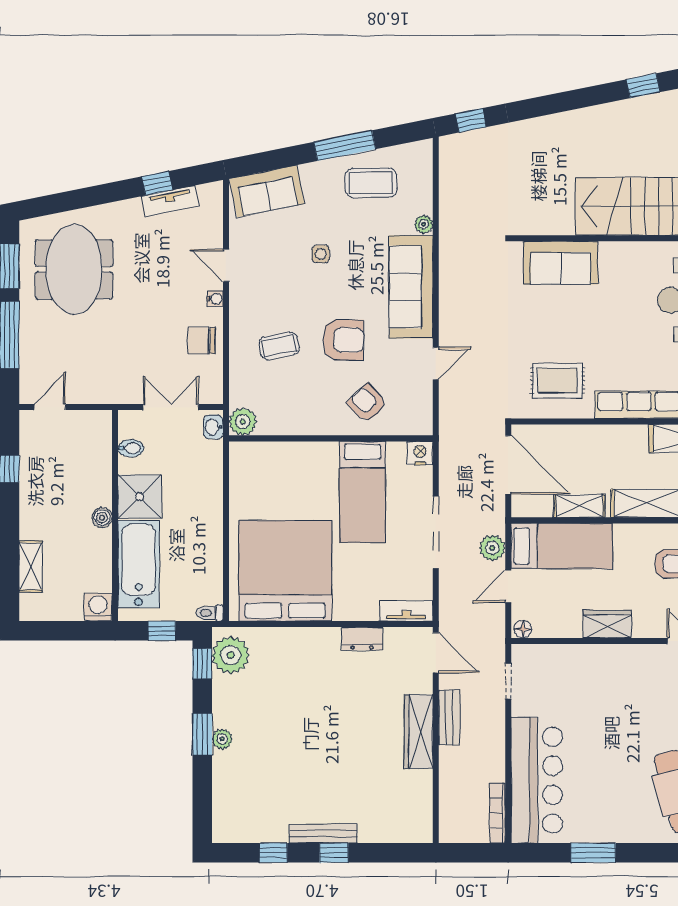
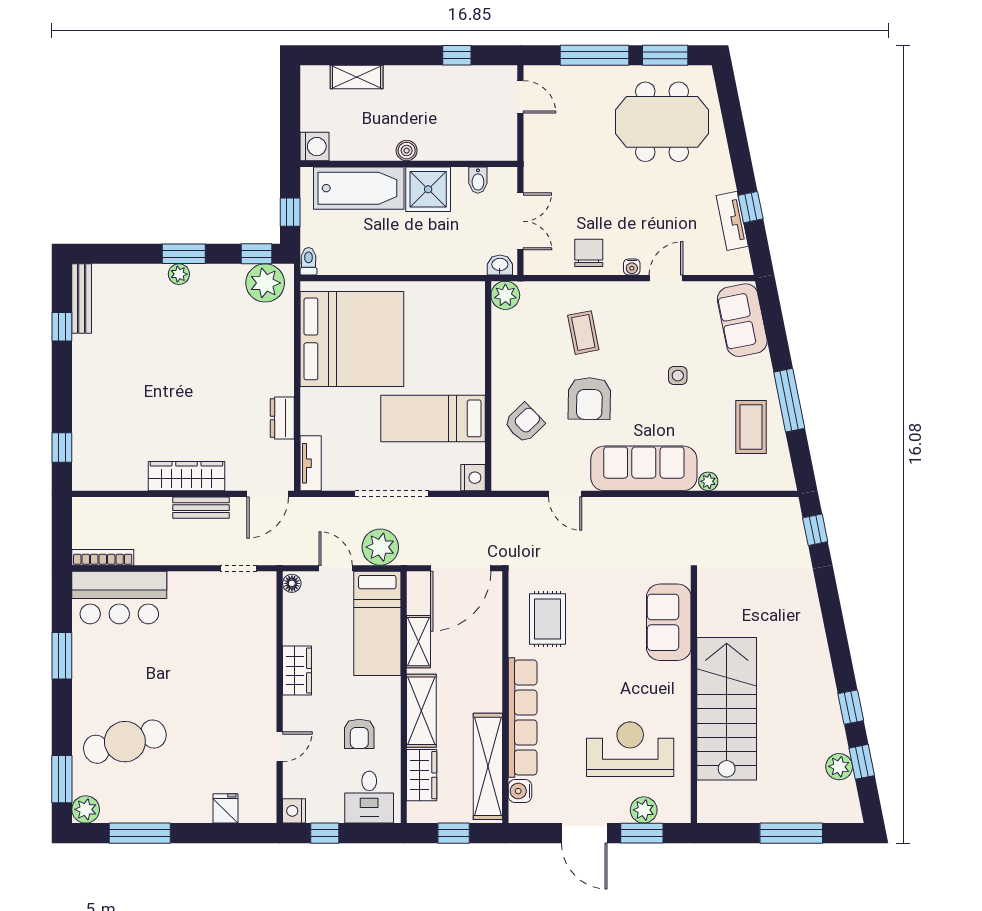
plant: (492, 548) -> (380, 547), width x1.36, depth x1.36
bar counter: (537, 780) -> (119, 598), width x0.73
bench: (323, 834) -> (82, 299), moved
window: (334, 853) -> (62, 448), moved

